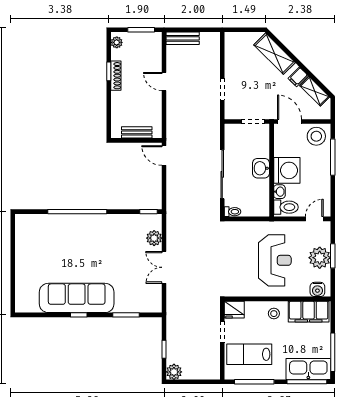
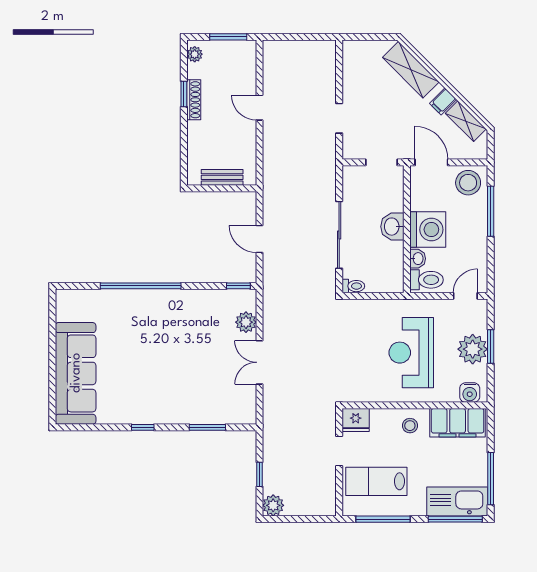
bench: (183, 38) -> (285, 49), removed
door: (164, 156) -> (259, 239), moved
reception desk: (275, 260) -> (411, 353), turned 180
sofa: (77, 298) -> (76, 373), moved, turned 90

